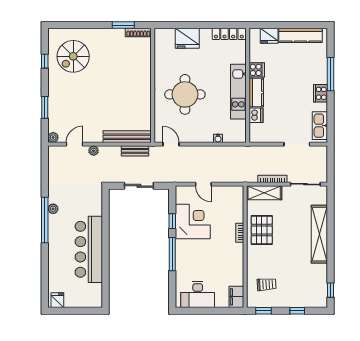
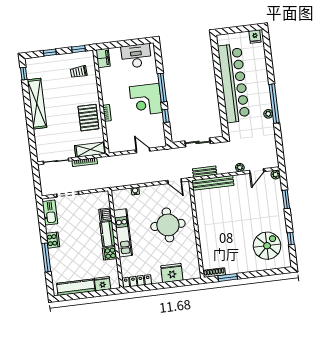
corner desk: (193, 221) -> (146, 100), moved
shelving: (319, 234) -> (37, 104), moved
bar counter: (89, 249) -> (234, 83), width x1.36

